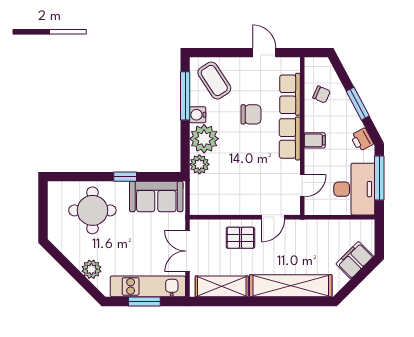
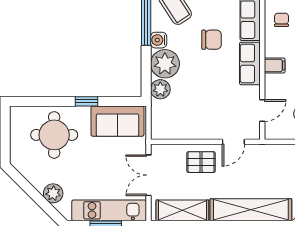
chair: (322, 94) -> (281, 20), turned -114

